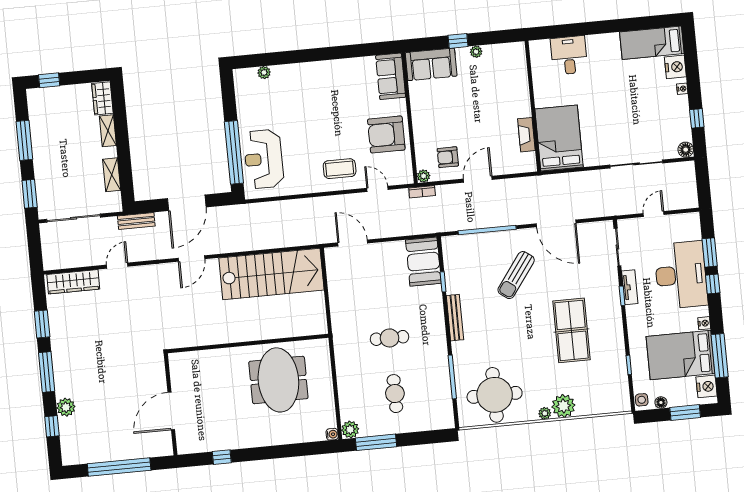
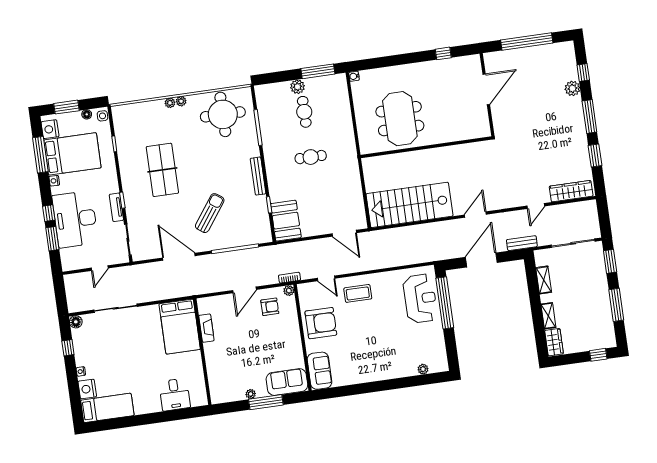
window: (458, 41) -> (266, 402), width x2.17
plant: (563, 406) -> (170, 103), width x0.53, depth x0.53
plant: (350, 429) -> (298, 87), moved

